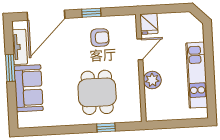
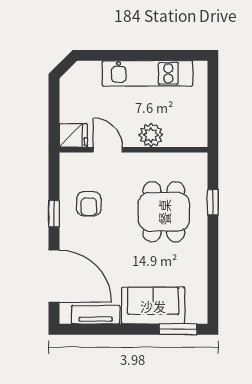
armchair: (100, 38) -> (89, 204), turned 180
window: (10, 68) -> (178, 329), moved
dining table: (97, 92) -> (164, 212), turned 90

